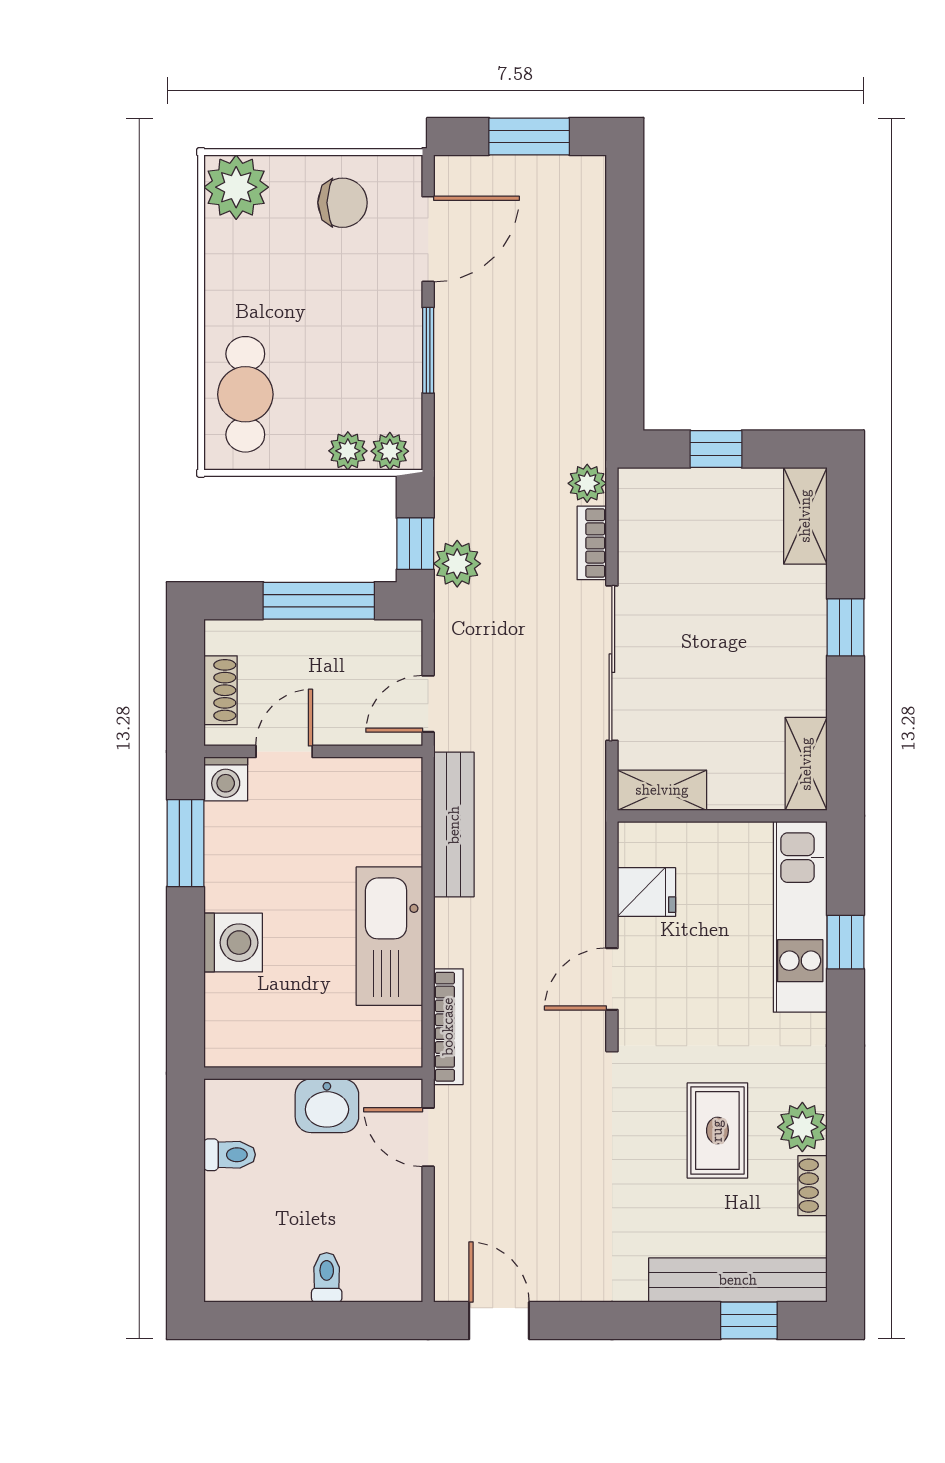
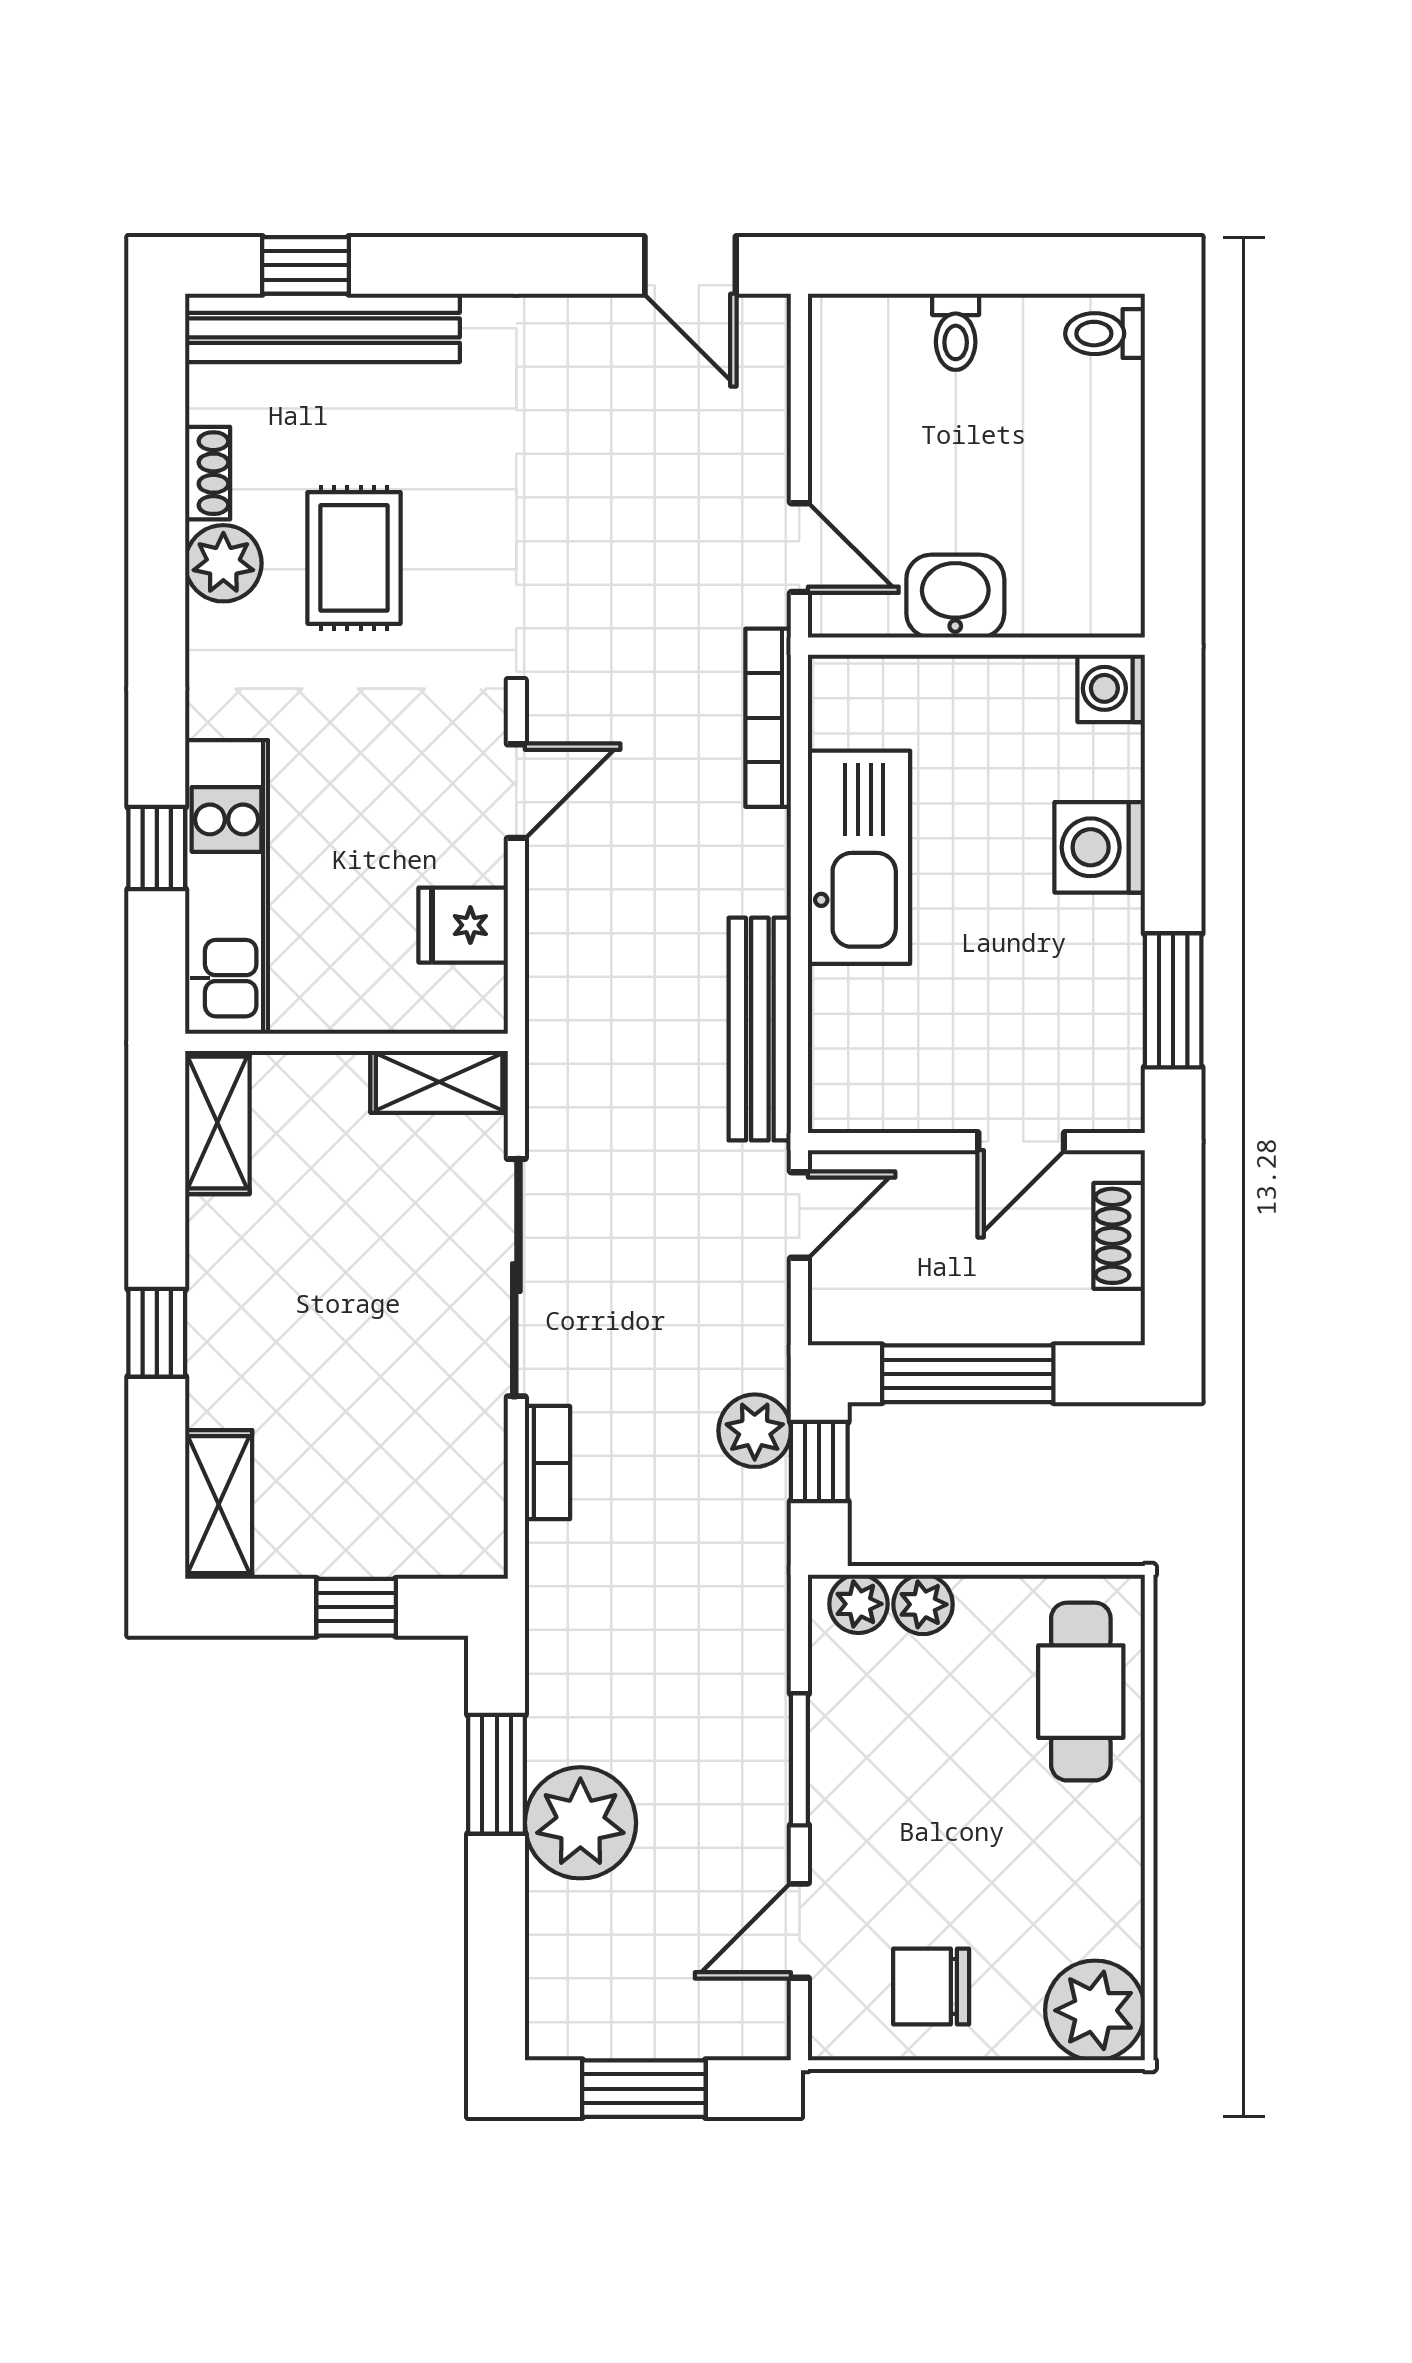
door: (428, 239) -> (799, 1931), width x0.73
window: (625, 341) -> (497, 1774), added
plant: (587, 483) -> (580, 1823), moved, width x1.88, depth x1.88
washing machine: (226, 779) -> (1111, 688), moved, turned -90
toilet: (230, 1155) -> (1105, 334), moved

